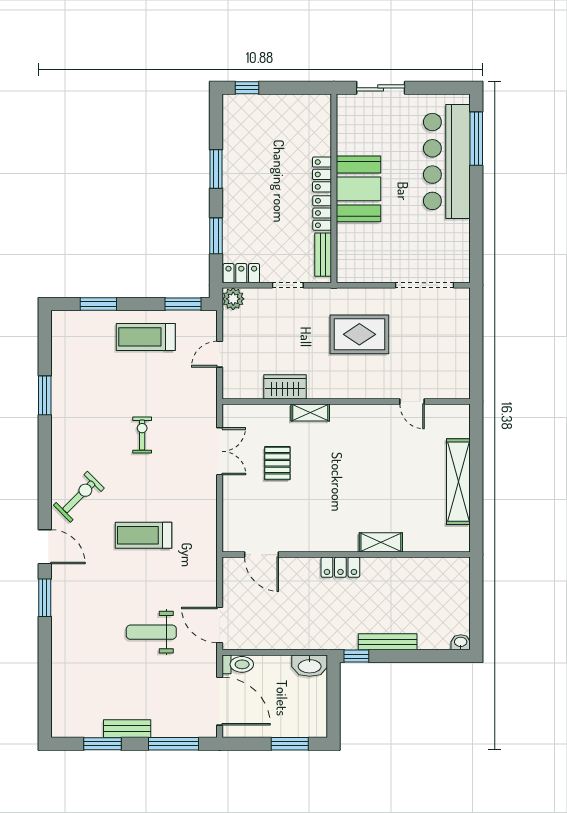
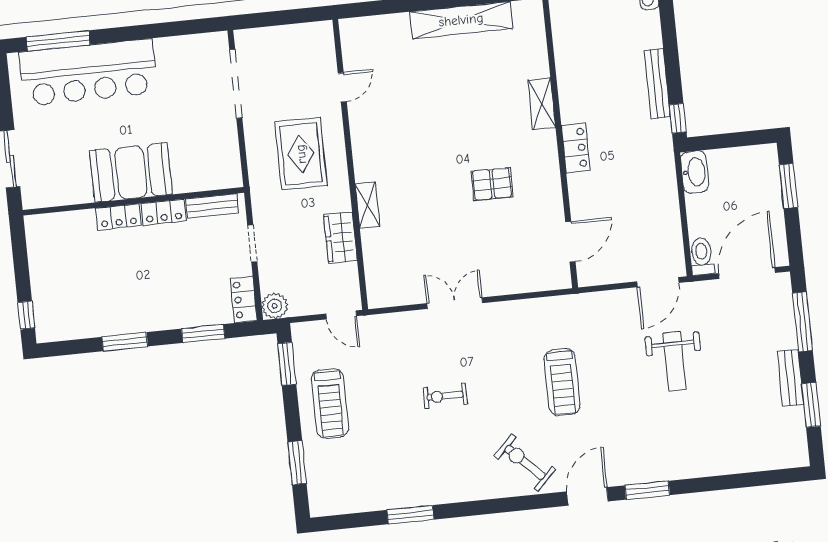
wardrobe: (285, 387) -> (340, 238), moved
wall: (346, 402) -> (350, 164), moved
door: (412, 402) -> (342, 87), moved
shelving: (310, 413) -> (367, 205), moved
pallet: (277, 463) -> (492, 184), moved

